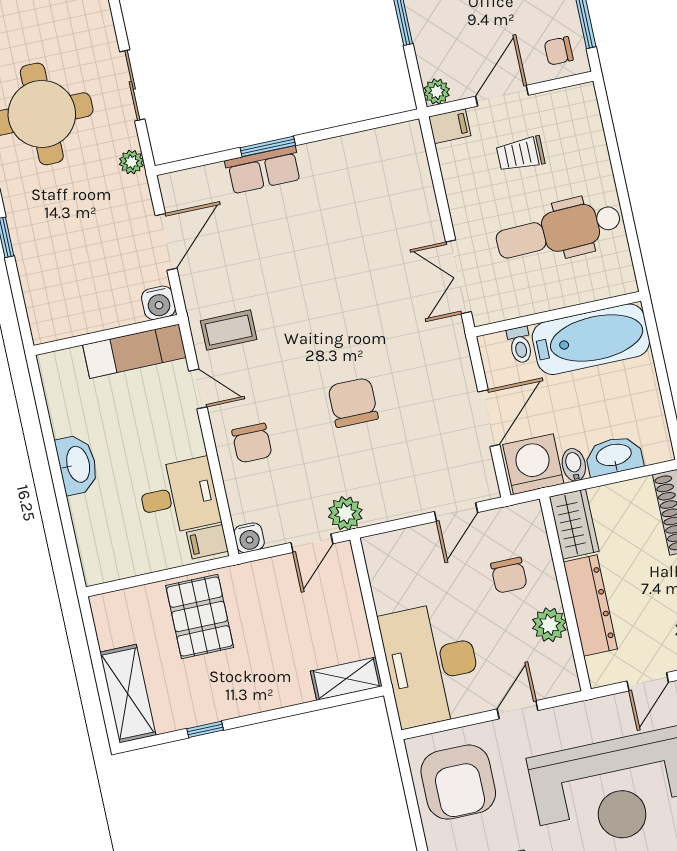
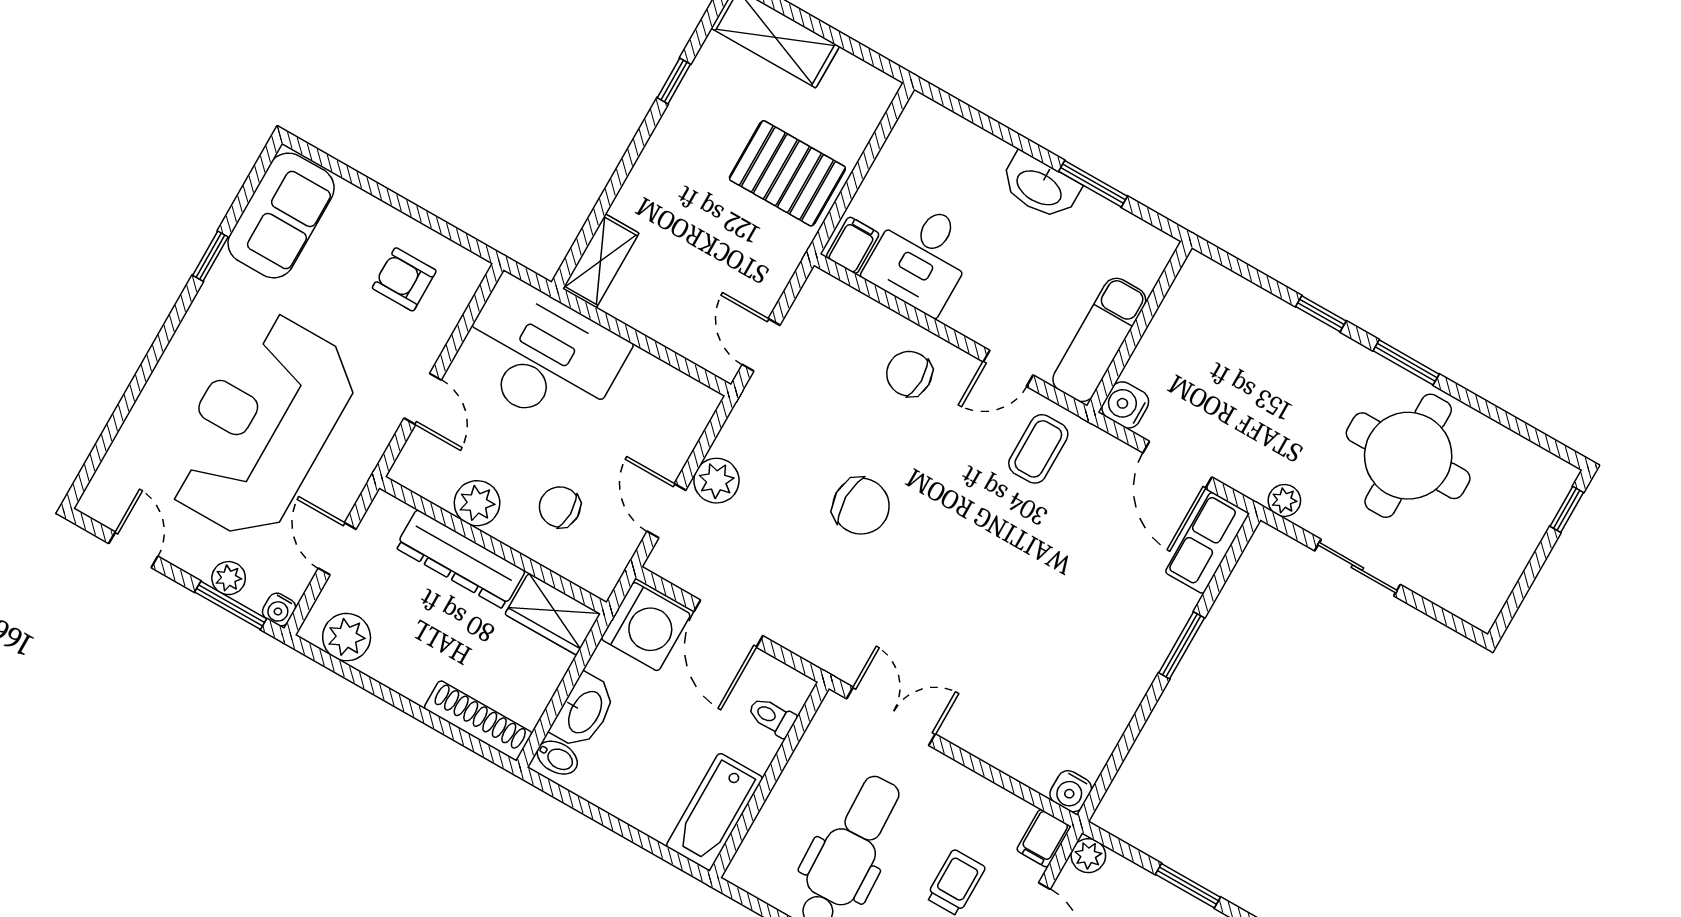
row of seats: (263, 170) -> (1207, 543), moved
bathtub: (591, 339) -> (715, 812), width x0.73, depth x0.73
window: (48, 435) -> (1093, 184), added
bidet: (574, 465) -> (557, 758), moved
plant: (345, 513) -> (716, 481), moved
water cooler: (249, 538) -> (1071, 791), moved, turned -90
armchair: (458, 782) -> (404, 279), width x0.53, depth x0.53

